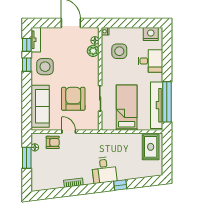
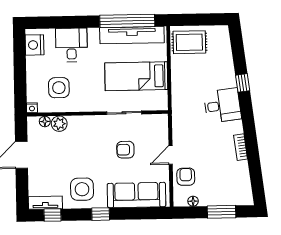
window: (27, 65) -> (101, 214), moved
armchair: (73, 99) -> (125, 150), width x0.53, depth x0.53
window: (27, 158) -> (221, 212), moved

